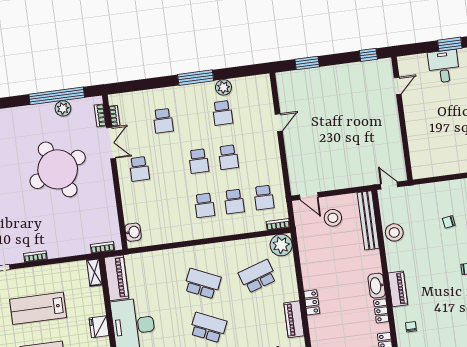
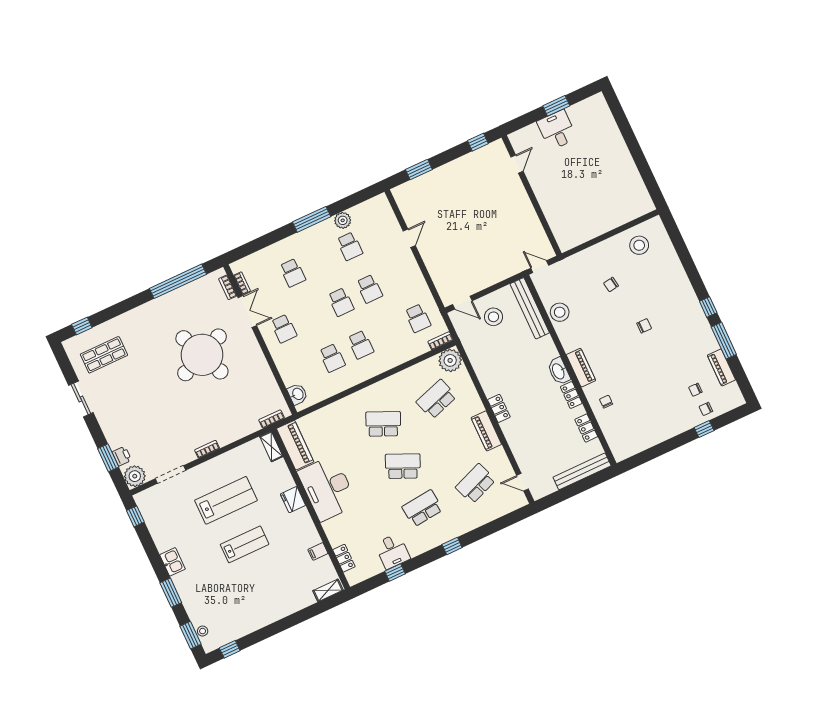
plant: (63, 108) -> (188, 292), removed
school desk: (234, 201) -> (332, 358), moved
lab bench: (38, 308) -> (226, 500), turned 180

